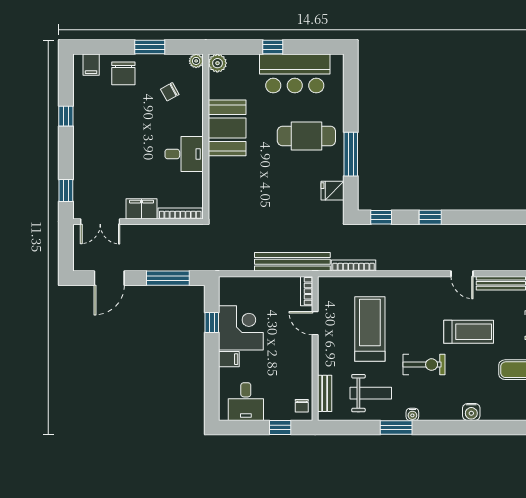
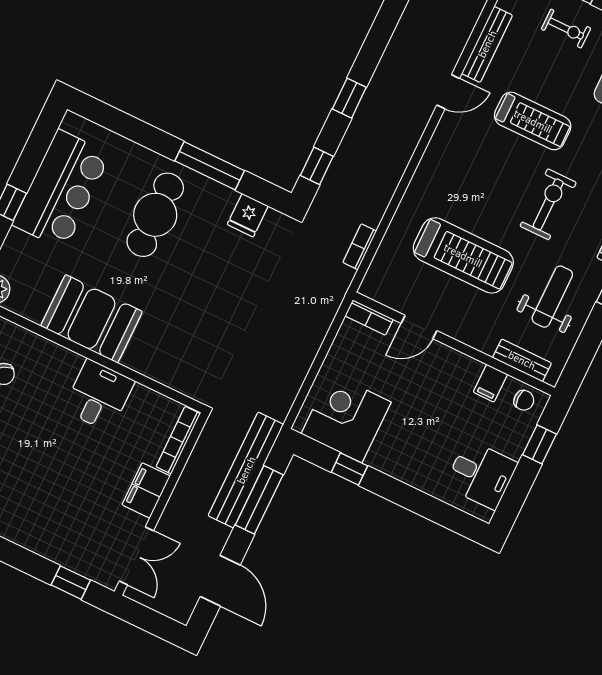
bench: (292, 262) -> (246, 470), moved
bookcase: (353, 265) -> (360, 247), width x0.64
corner desk: (241, 328) -> (346, 418), moved
treadmill: (370, 329) -> (463, 255), turned 180
treadmill: (469, 332) -> (533, 121), turned 90
filing cabinet: (229, 359) -> (490, 383), moved, turned 180

